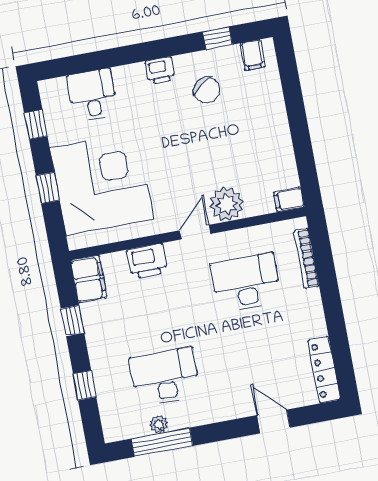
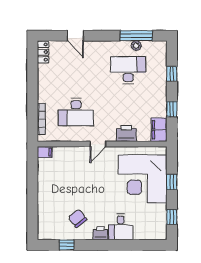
filing cabinet: (253, 55) -> (50, 232), removed
desk: (92, 95) -> (121, 227), moved
plant: (226, 204) -> (78, 156), removed
locker: (324, 370) -> (43, 52), width x0.66
desk: (165, 377) -> (128, 70), turned 180

